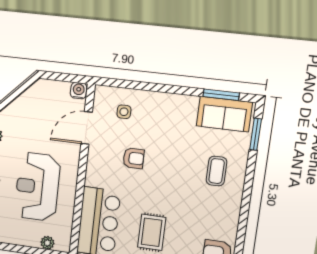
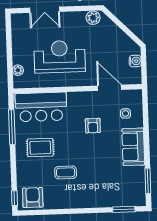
water cooler: (79, 91) -> (135, 61), moved
sofa: (224, 114) -> (133, 147), moved
coffee table: (217, 171) -> (66, 172), moved

